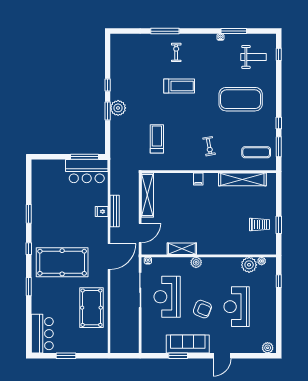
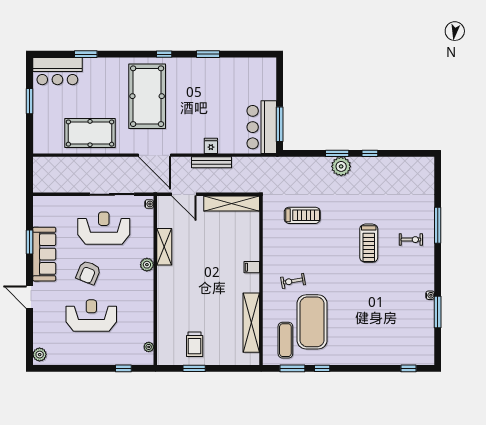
weight bench: (254, 57) -> (405, 337), removed
exercise mat: (241, 99) -> (312, 322), moved
plant: (249, 265) -> (144, 331), removed
window: (29, 287) -> (86, 54), moved

